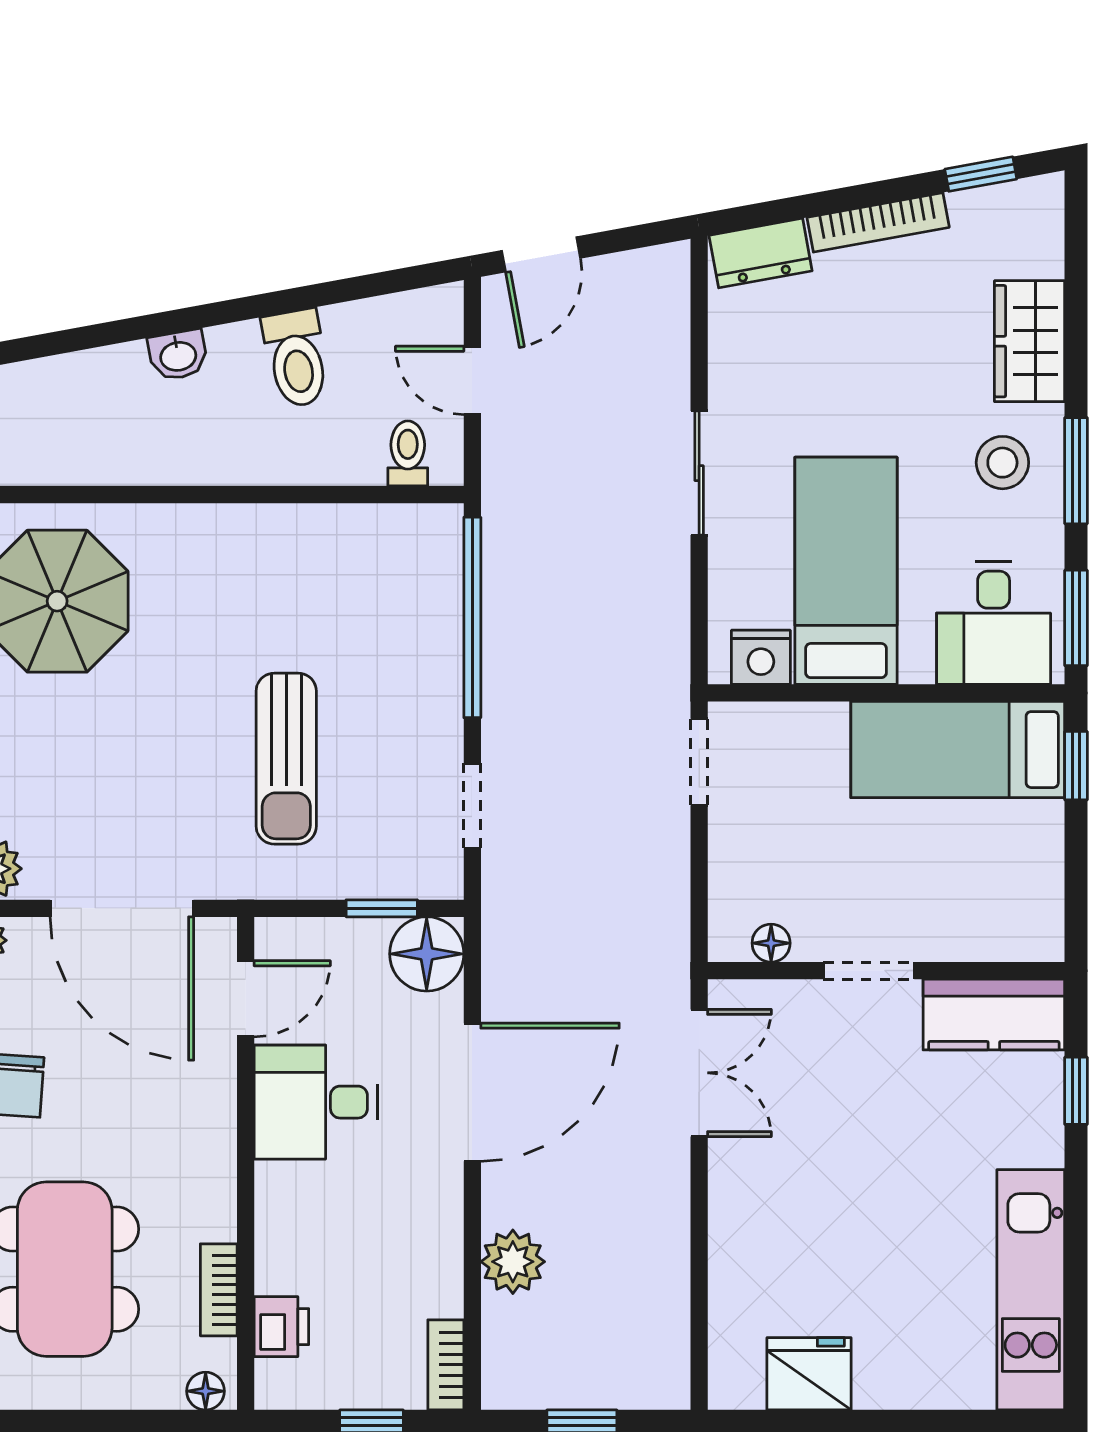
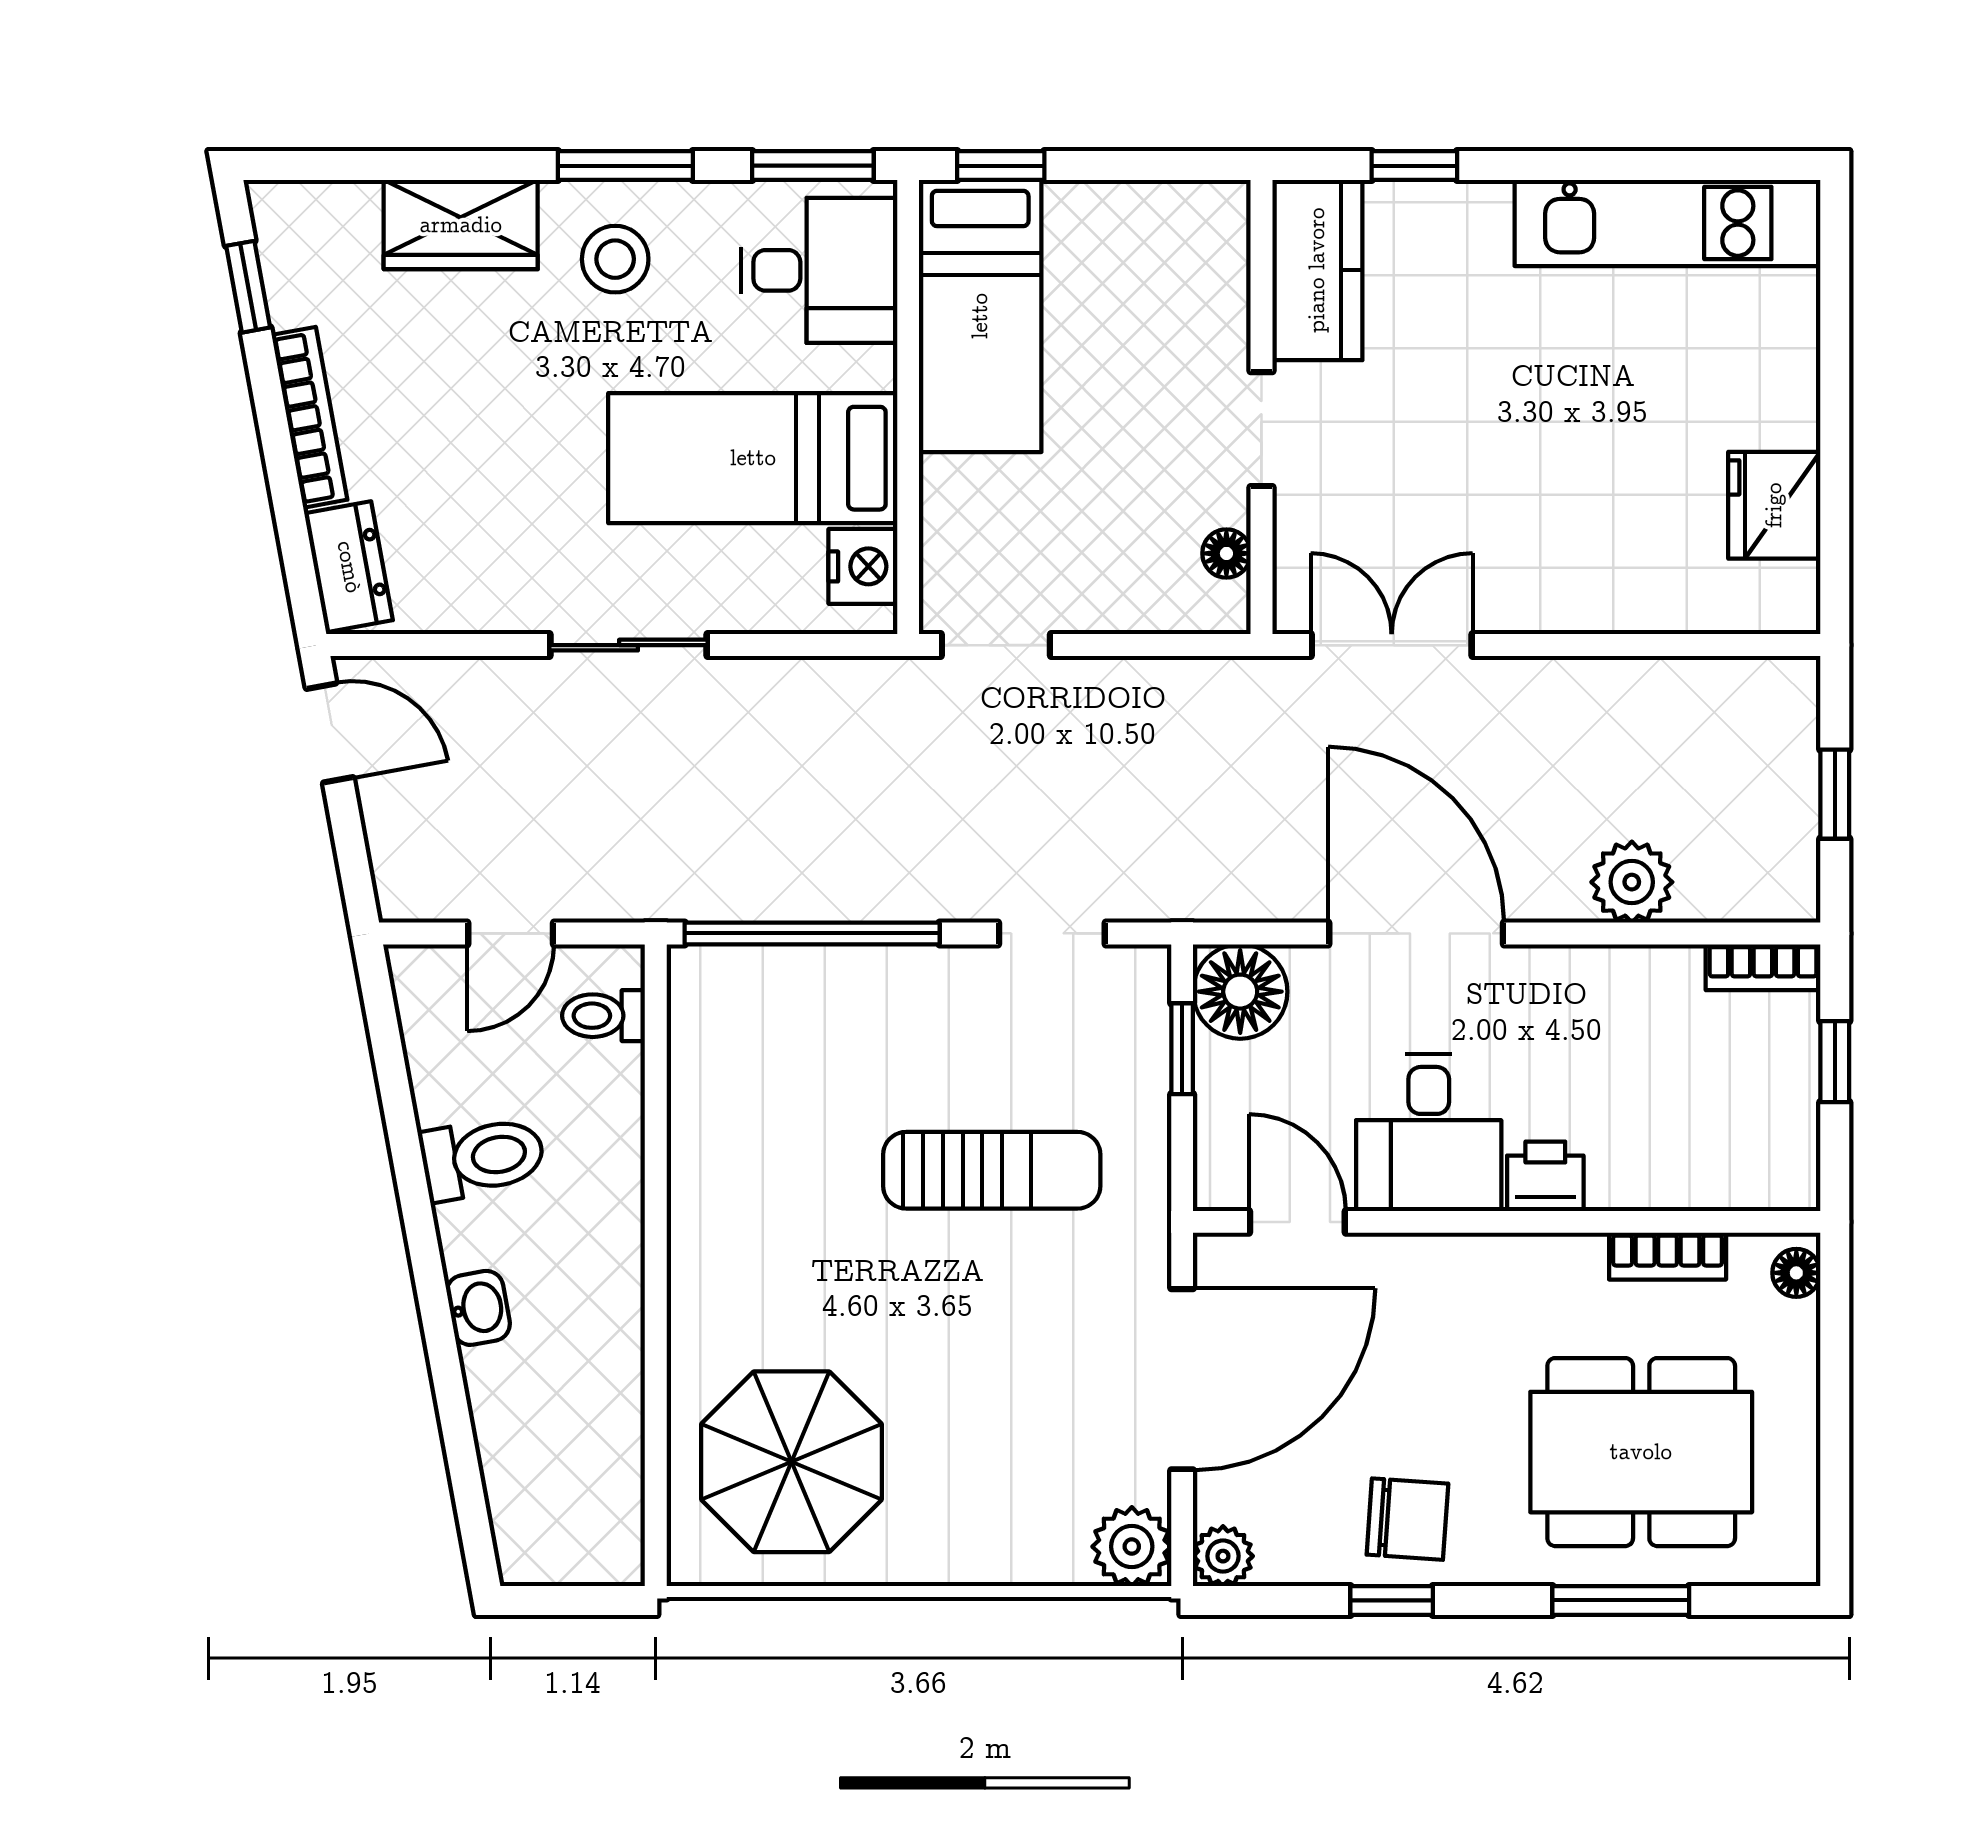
door: (541, 254) -> (330, 733), moved
printer: (281, 1327) -> (1545, 1176), moved

